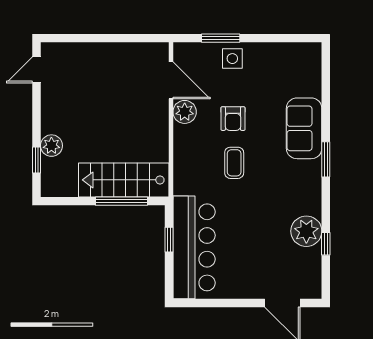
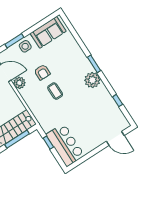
sofa: (304, 128) -> (48, 32), moved, turned -90
plant: (306, 231) -> (92, 80), moved
bar counter: (194, 247) -> (65, 145), width x0.73

